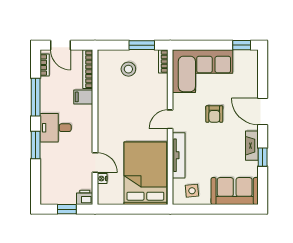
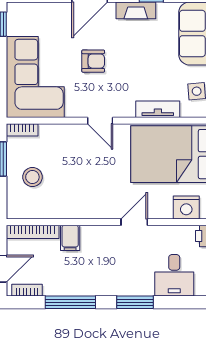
desk: (56, 128) -> (174, 275), moved
tv unit: (179, 155) -> (158, 109), width x0.71
door: (95, 163) -> (134, 222), moved
nightstand: (102, 179) -> (186, 207), width x1.89, depth x1.79

